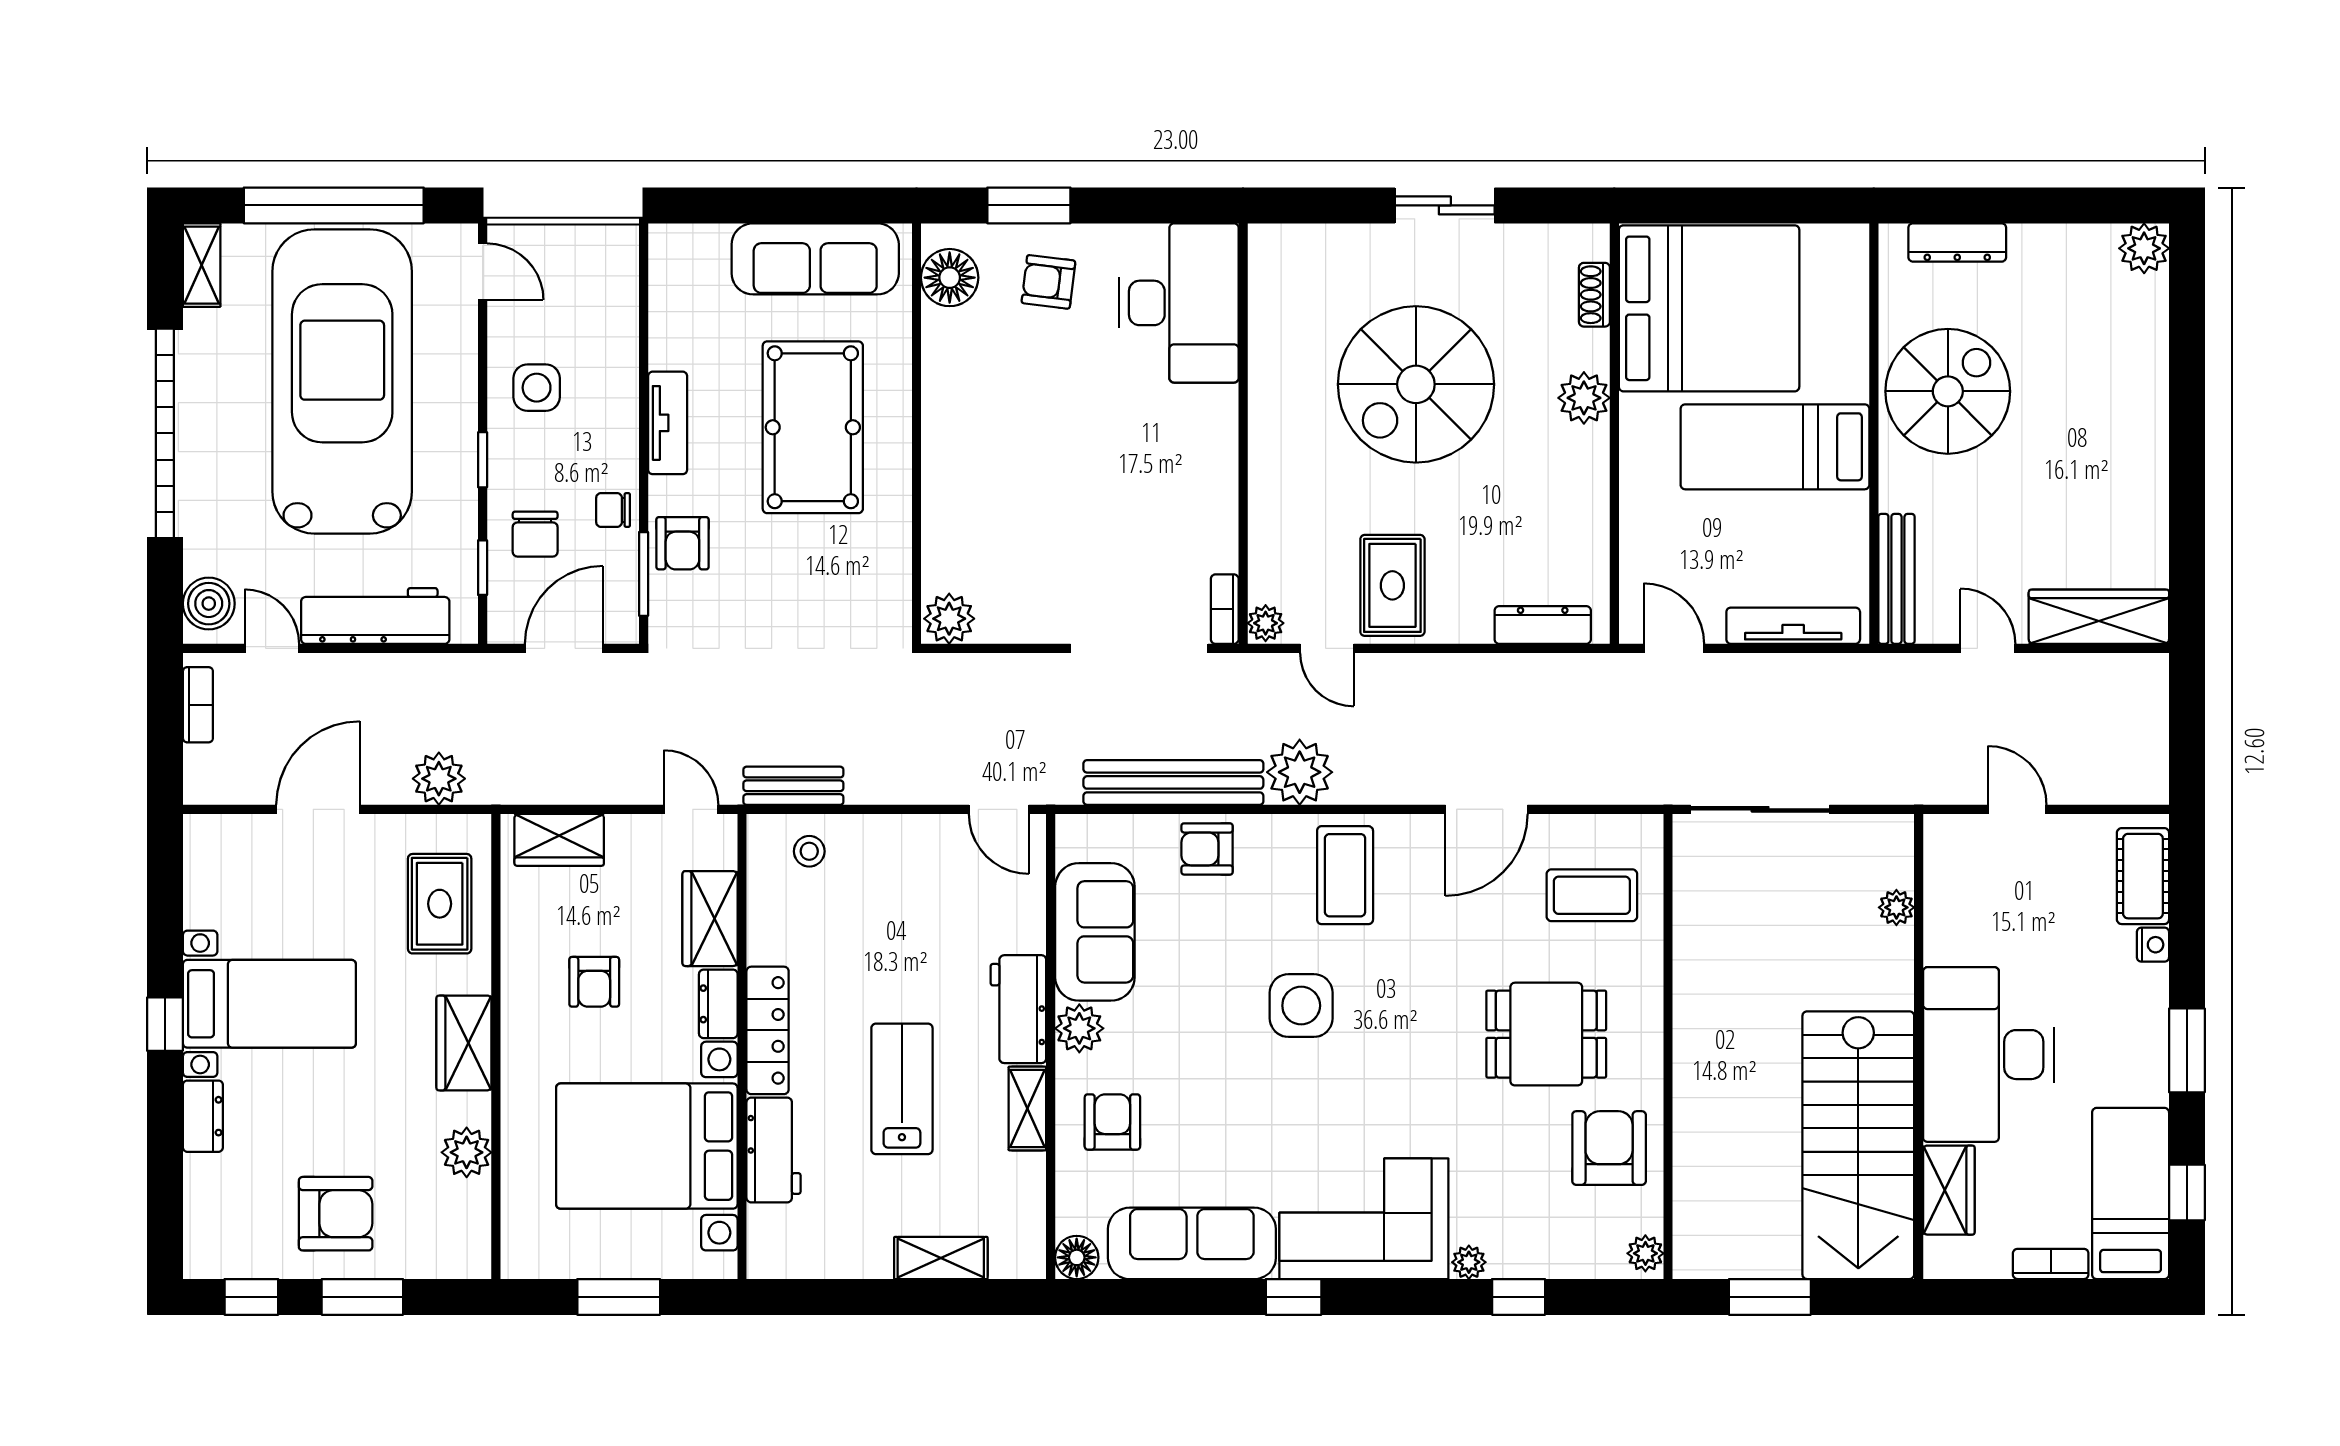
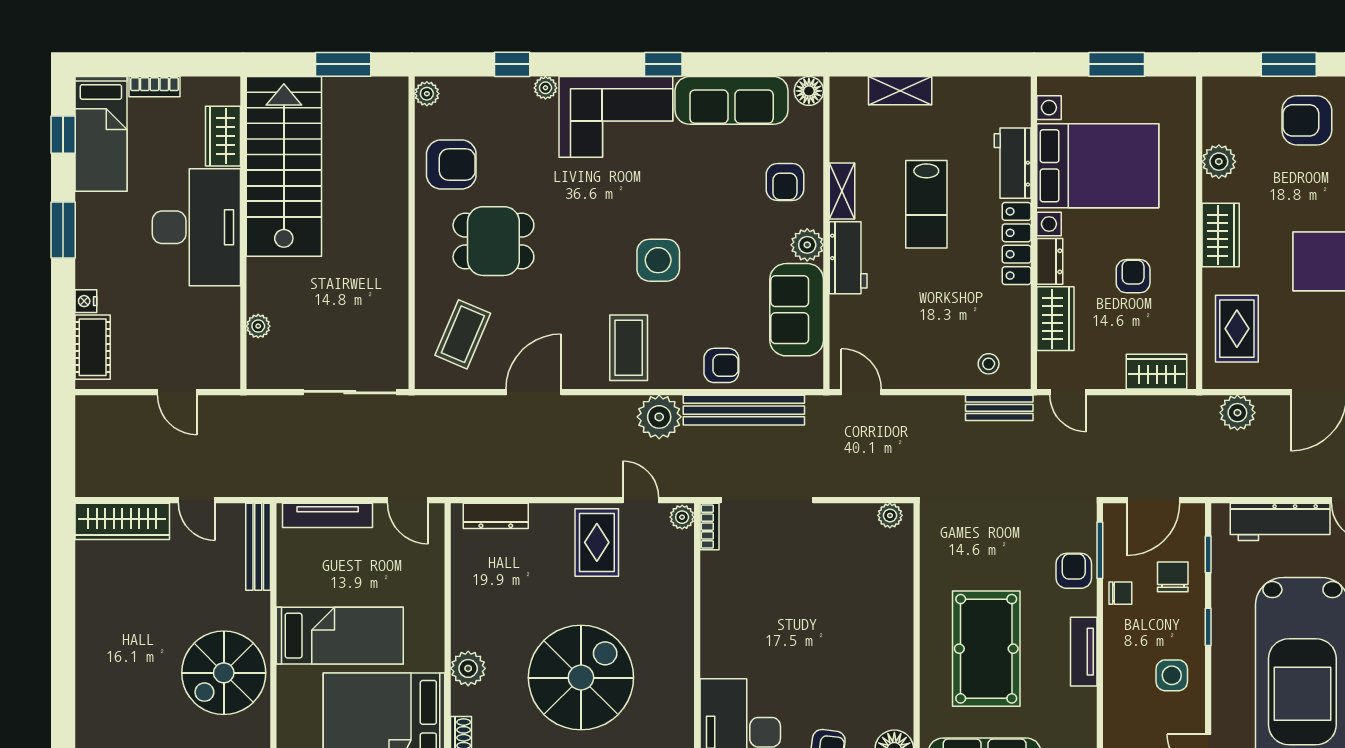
plant: (949, 619) -> (890, 515), width x0.73, depth x0.73
coffee table: (1592, 895) -> (463, 334), turned -67
armchair: (1609, 1148) -> (451, 164), turned -90

